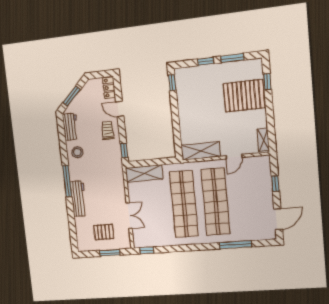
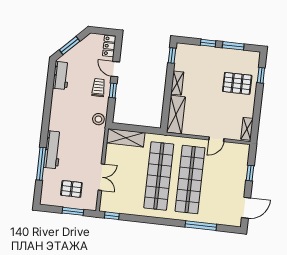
pallet: (244, 96) -> (237, 83), width x0.73, depth x0.71
shelving: (183, 109) -> (177, 83), added
window: (124, 150) -> (113, 90), moved
shelving: (201, 151) -> (176, 115), moved, turned 90
stool: (77, 152) -> (98, 119), moved
window: (67, 181) -> (41, 164), moved

